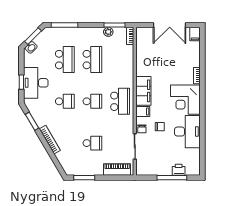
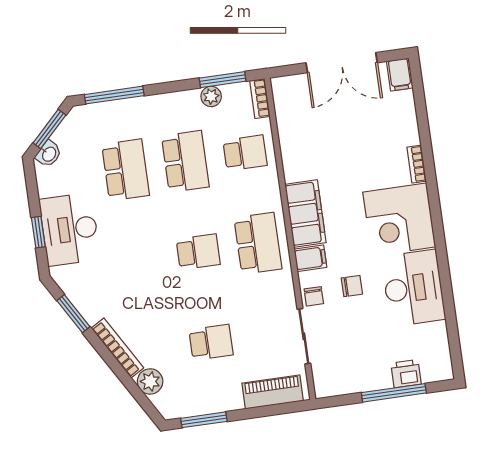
school desk: (65, 101) -> (245, 153), moved
plant: (62, 157) -> (150, 381), added

